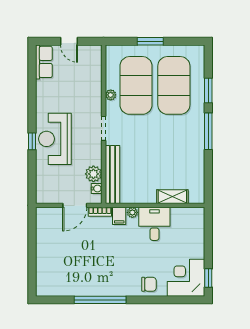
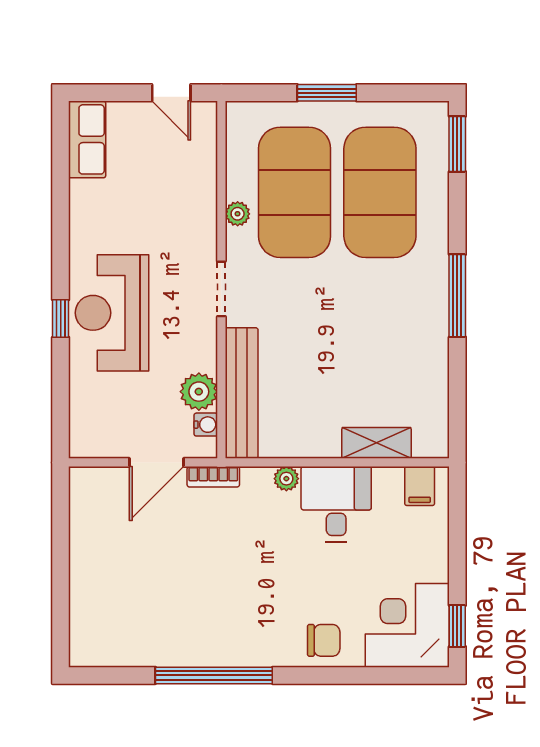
door: (69, 41) -> (171, 93), moved
window: (208, 91) -> (457, 144), moved
filing cabinet: (119, 216) -> (420, 486), moved

